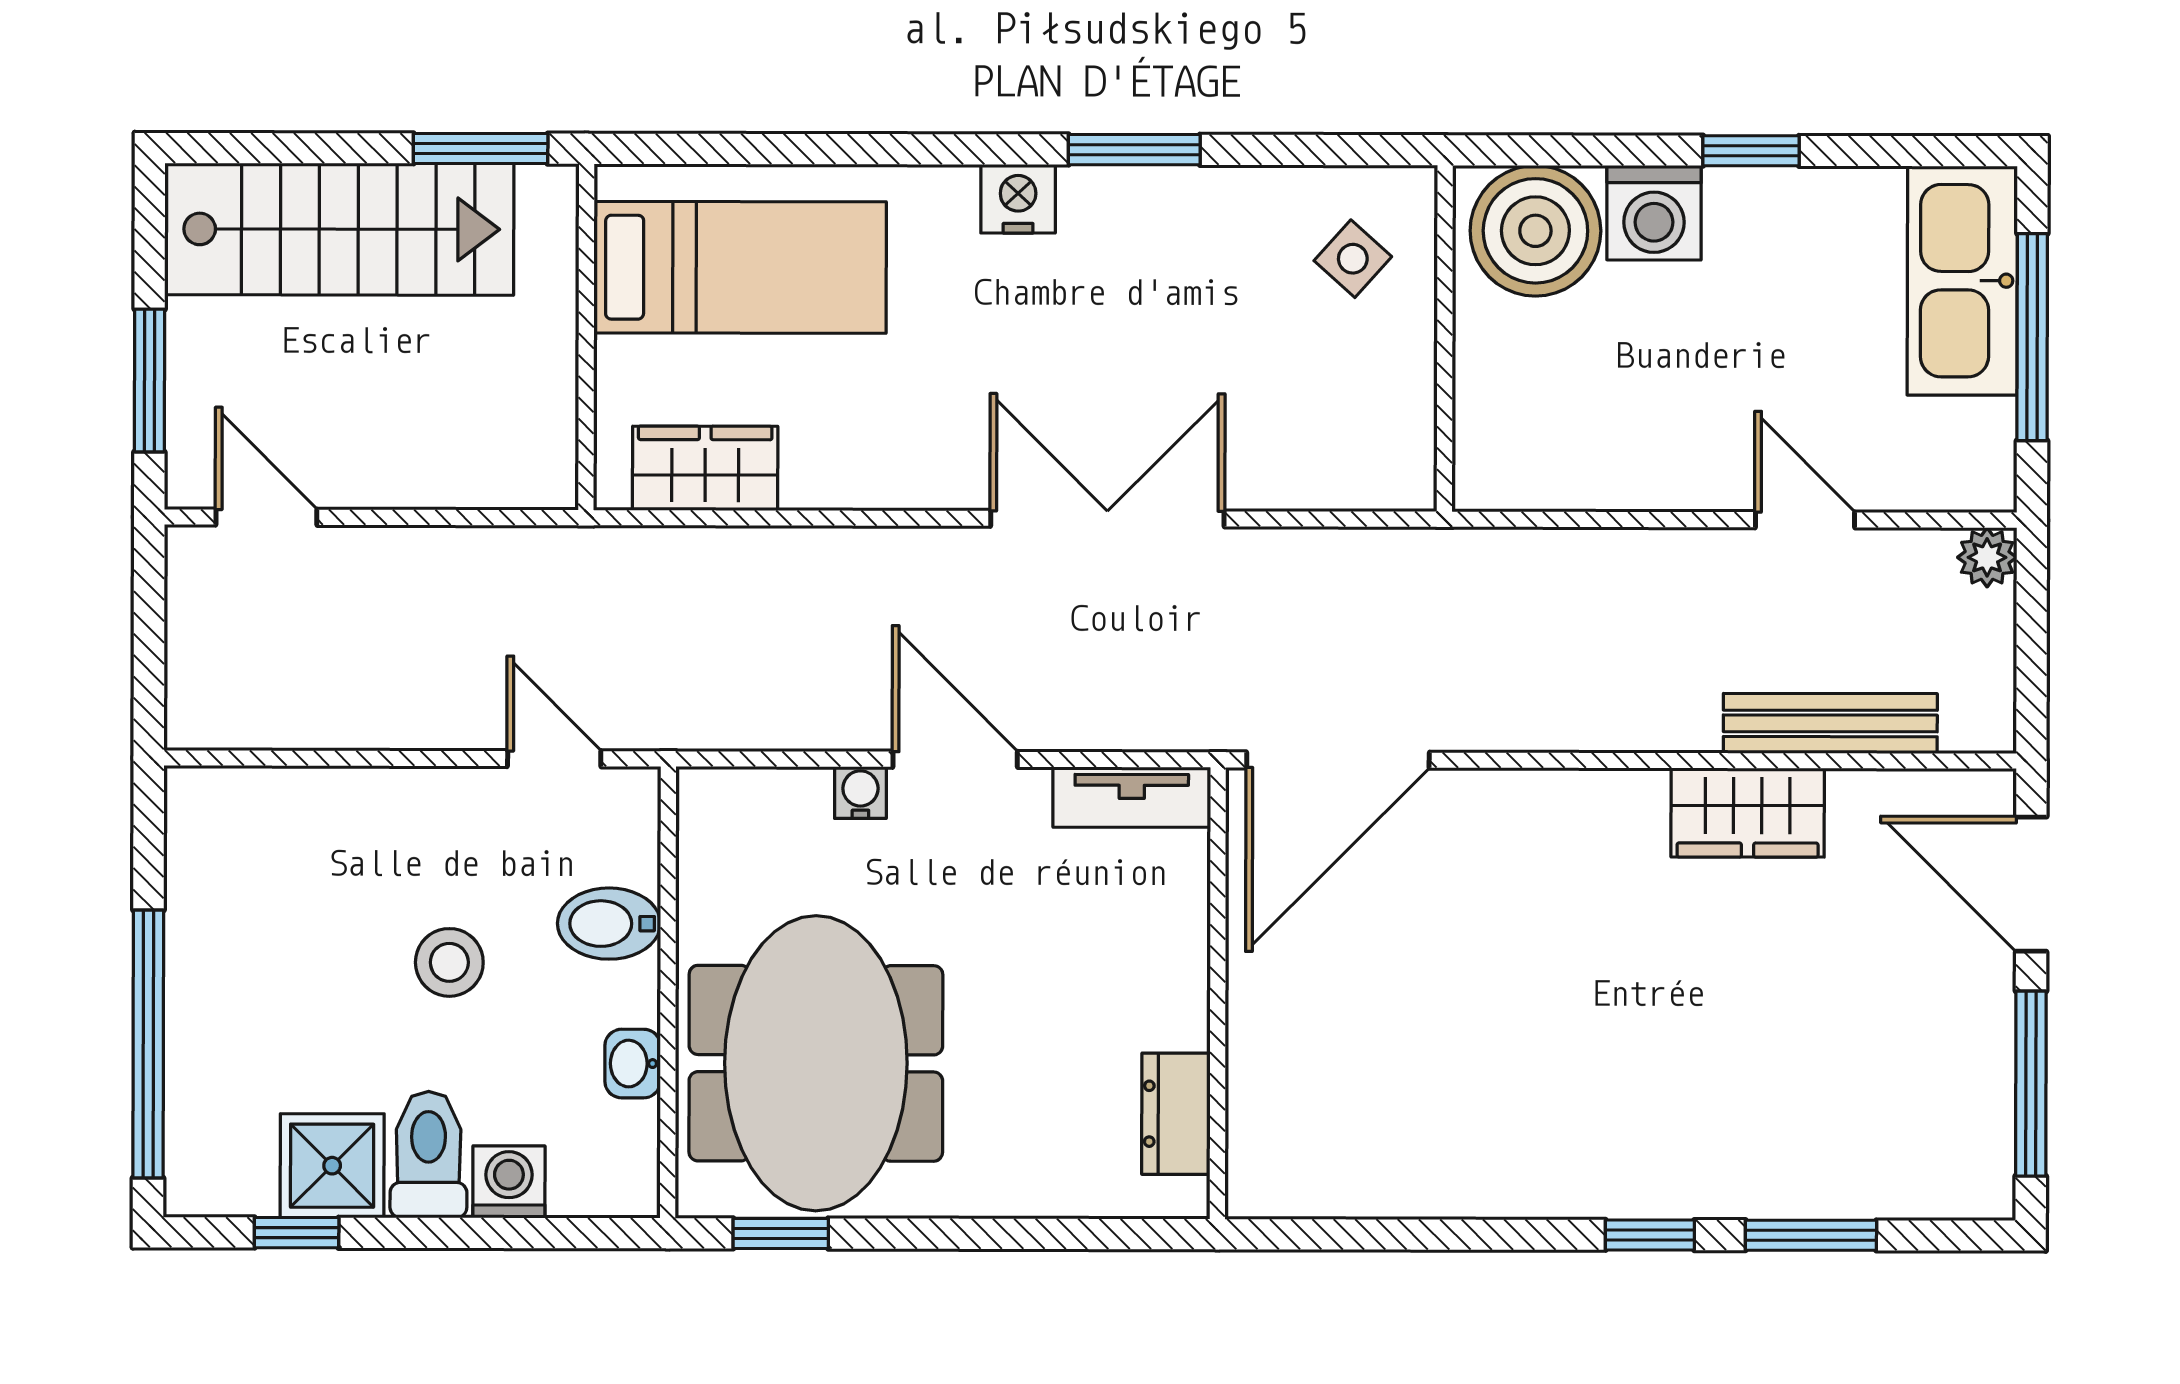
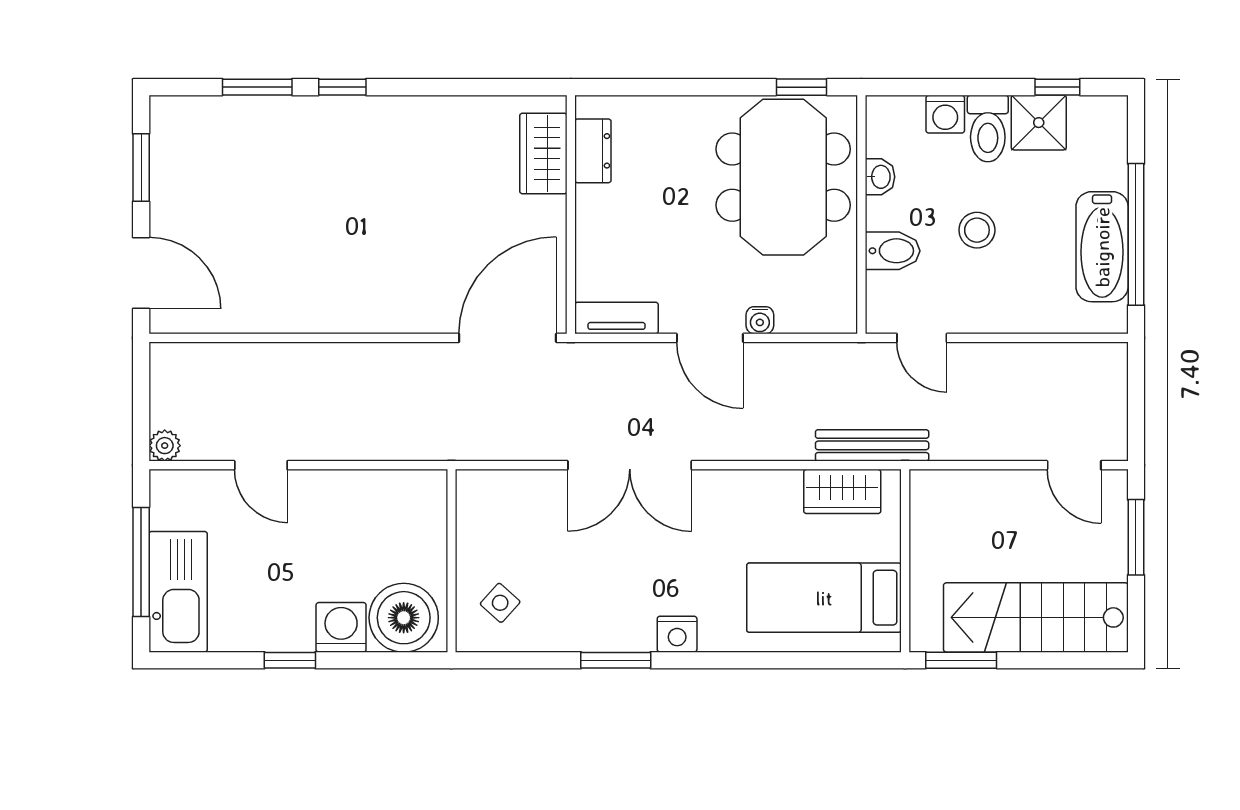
bench: (1830, 723) -> (872, 445), moved
wardrobe: (1748, 813) -> (543, 153), moved, turned -90
bathtub: (213, 931) -> (1102, 247), added
window: (148, 1044) -> (1136, 234), moved
window: (2031, 1084) -> (141, 168), width x0.69

